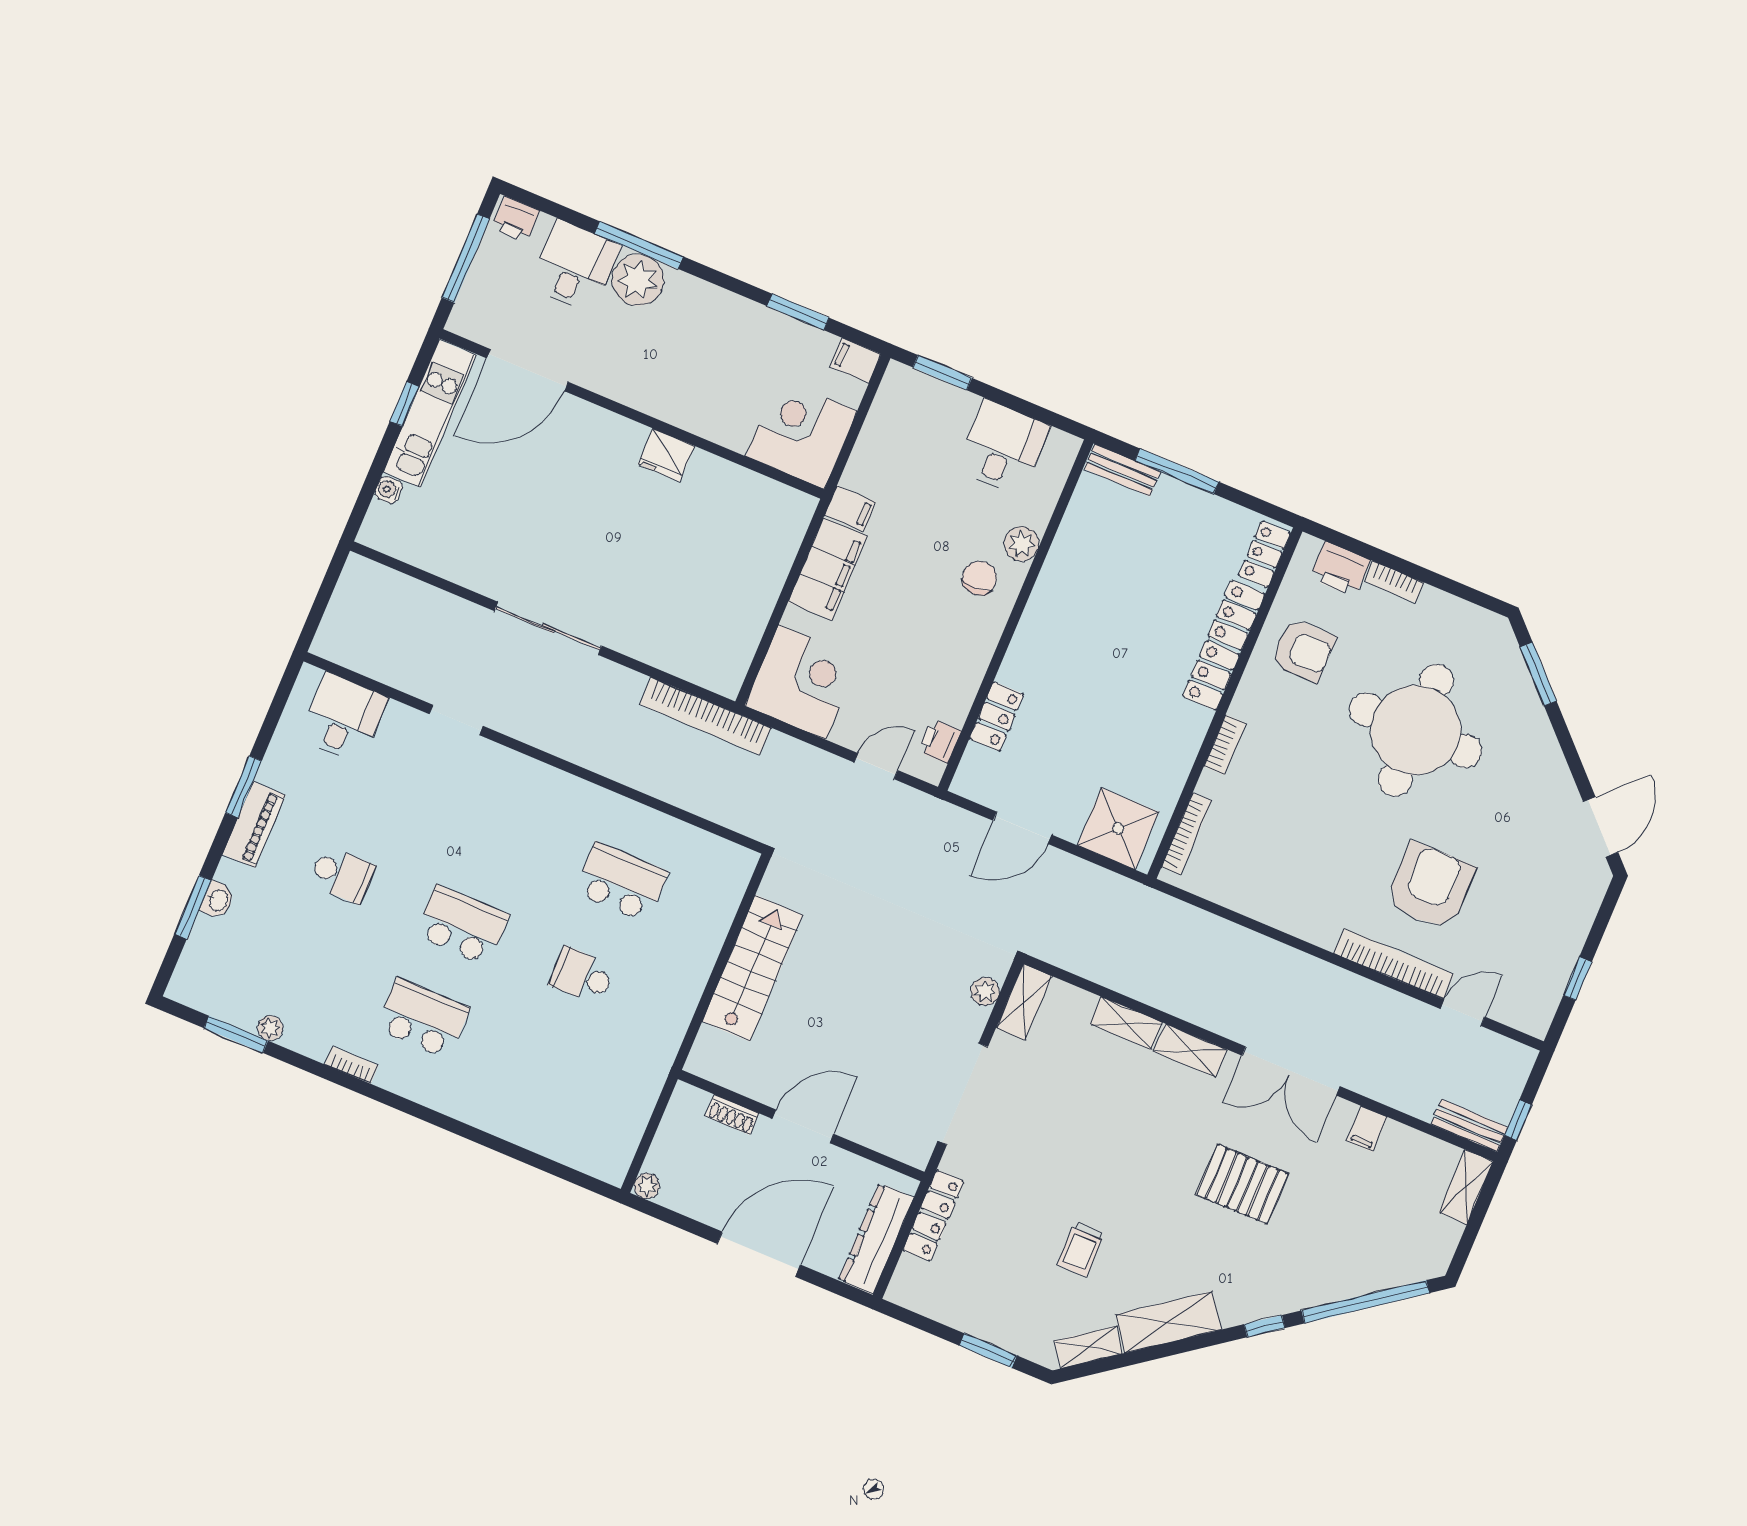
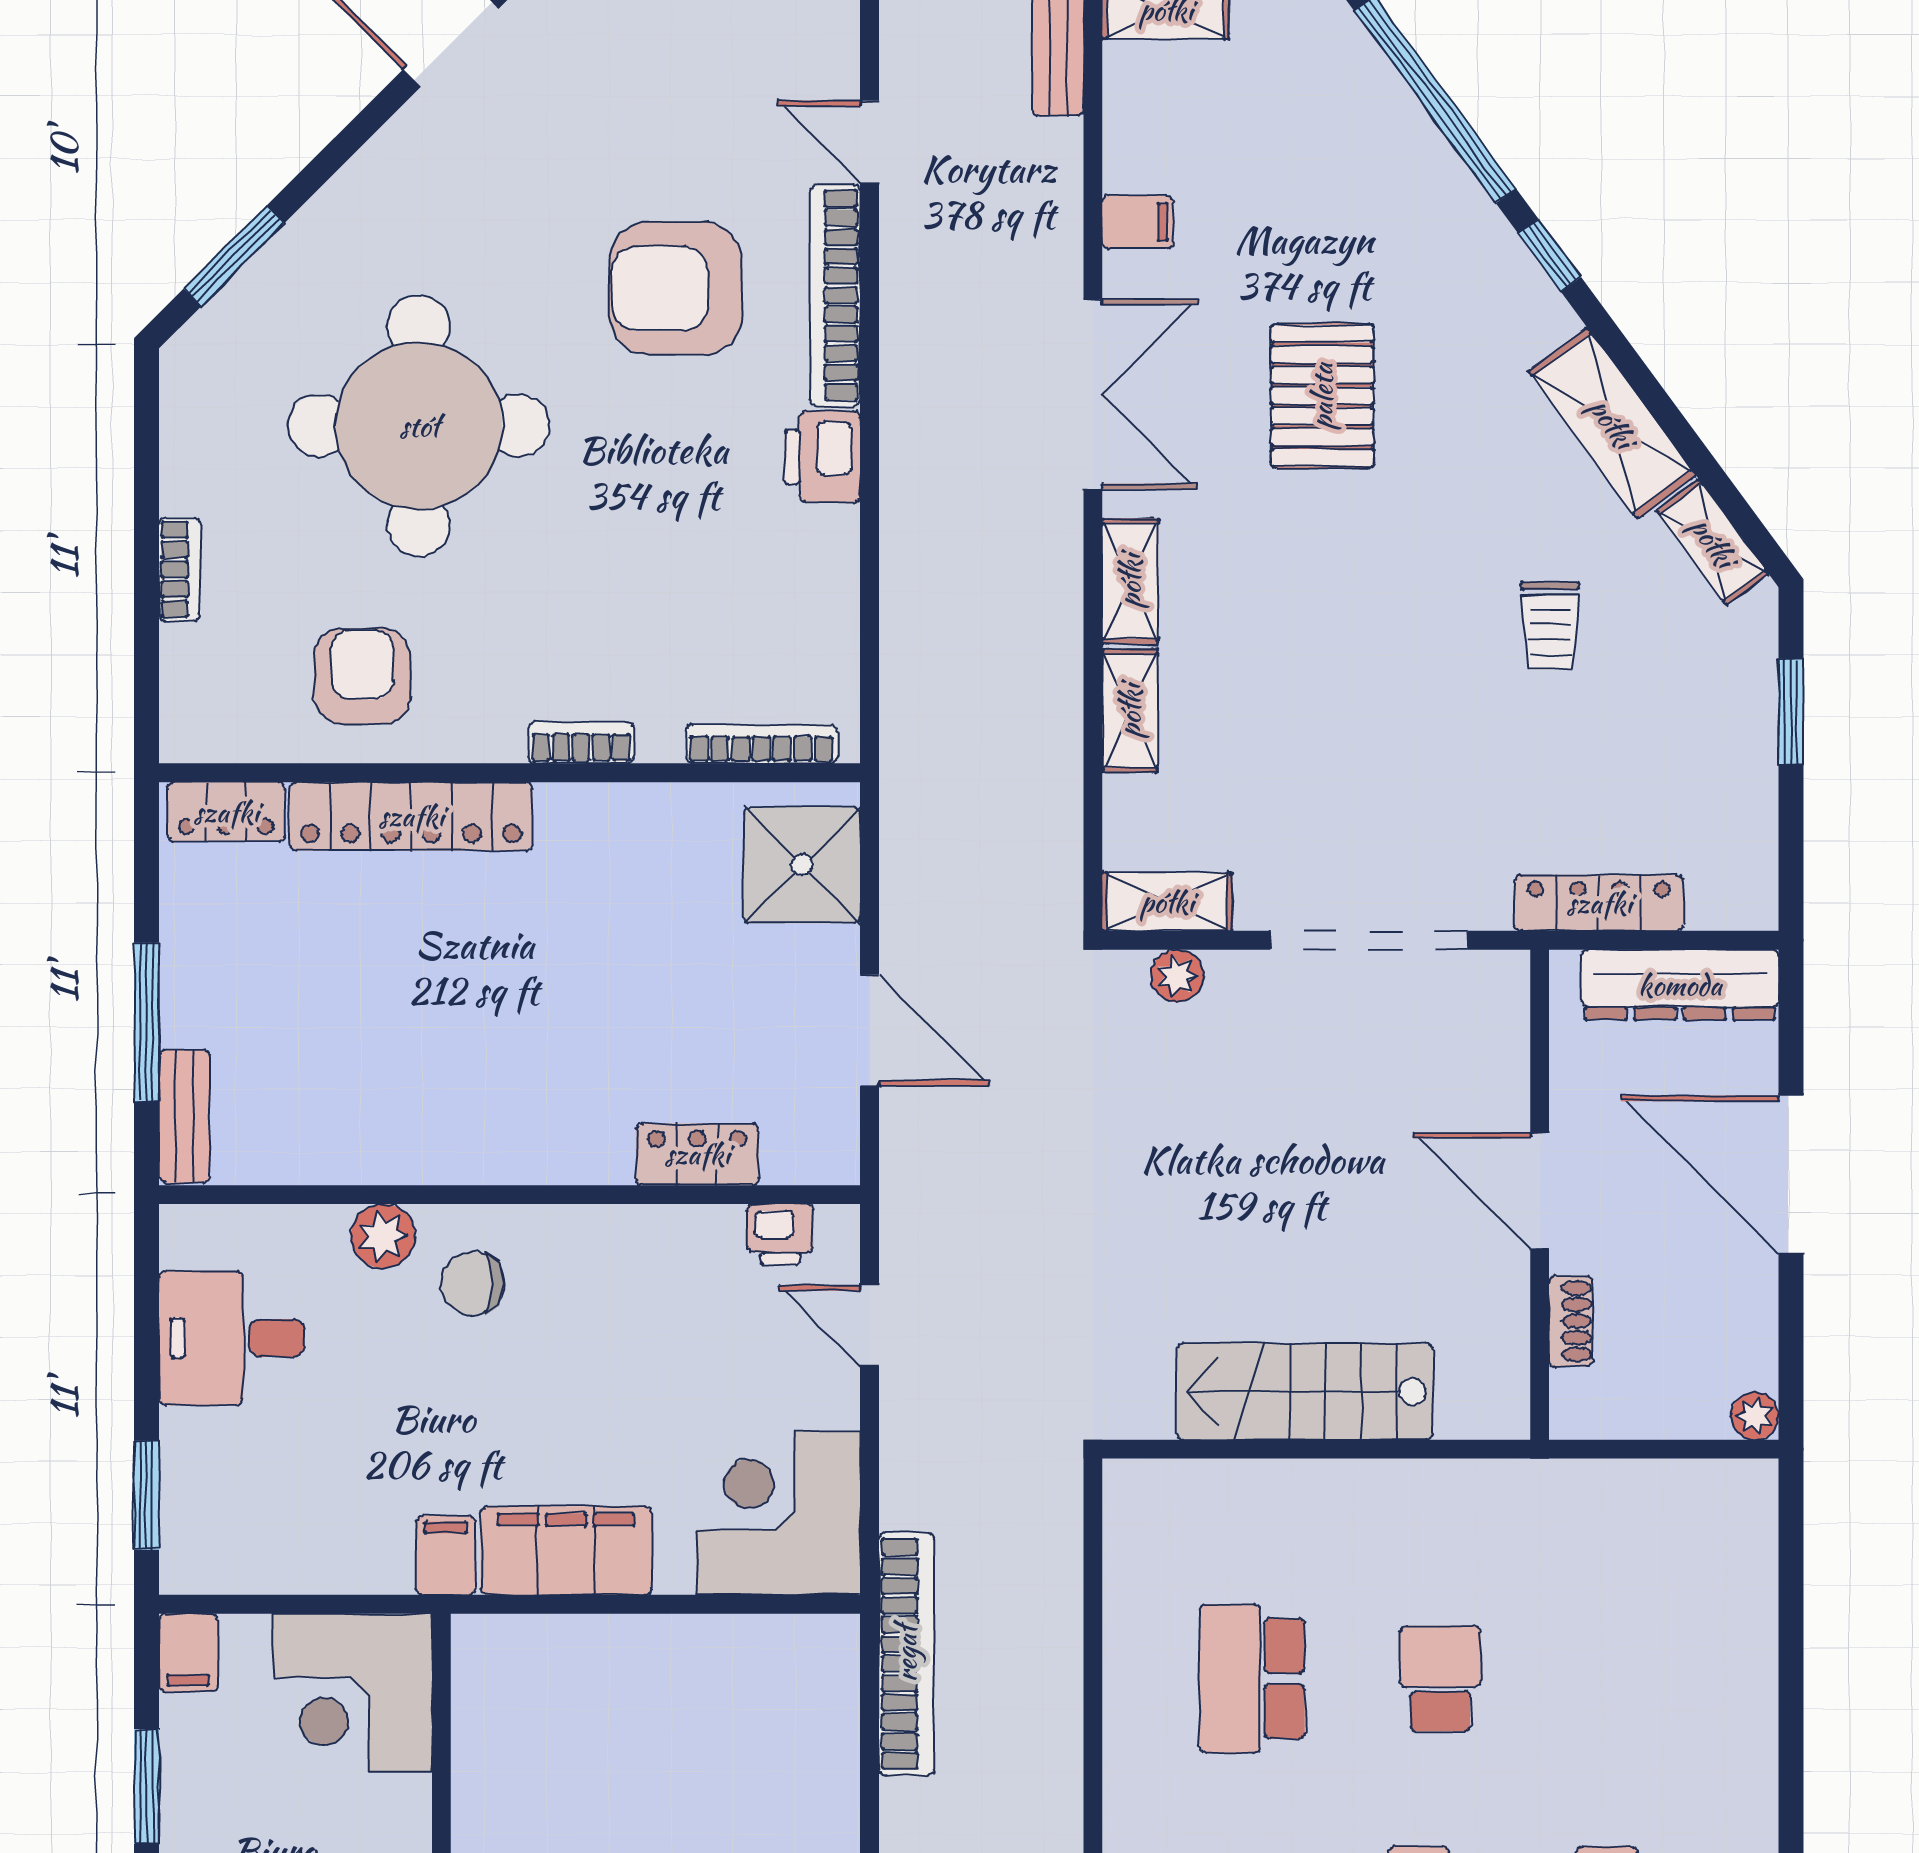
printer: (1340, 569) -> (822, 457), moved, turned 180
school desk: (582, 976) -> (1440, 1679), turned 180
trolley: (1081, 1249) -> (1550, 626), turned 90

